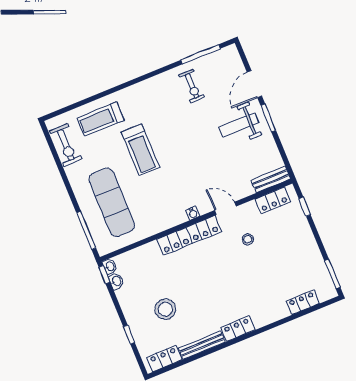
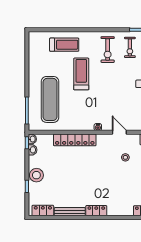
treadmill: (100, 119) -> (64, 45), turned 180
exercise bike: (66, 145) -> (108, 50), moved
treadmill: (140, 150) -> (81, 74), turned 180
locker: (189, 235) -> (75, 140), moved
stool: (165, 309) -> (36, 175), moved

